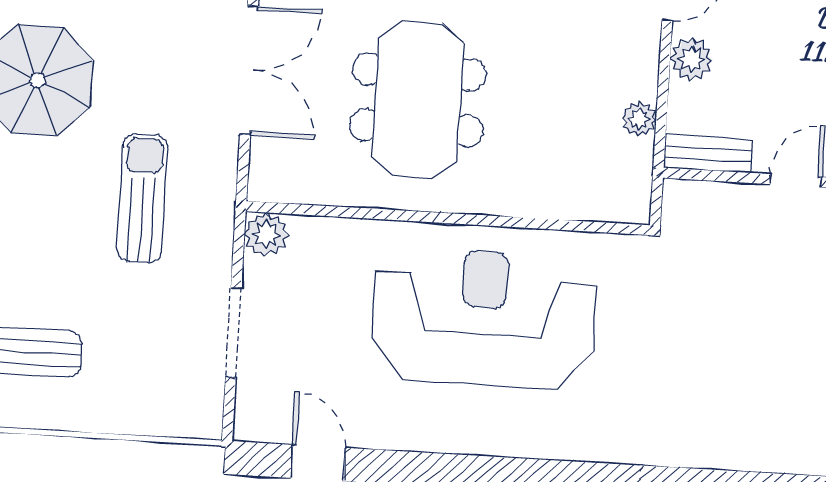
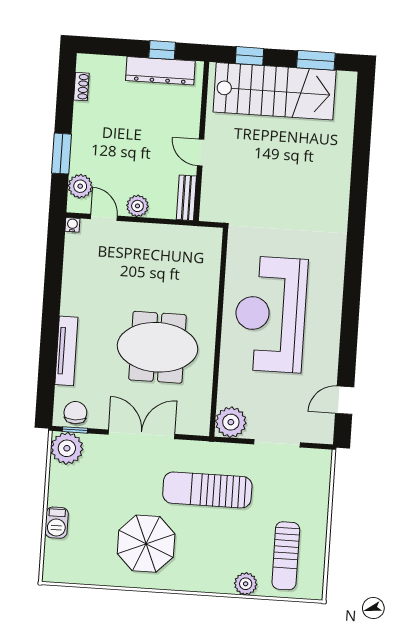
plant: (639, 119) -> (168, 233), removed
sun lounger: (142, 198) -> (207, 490), width x1.36, depth x1.34
plant: (266, 234) -> (231, 422), width x1.36, depth x1.36

